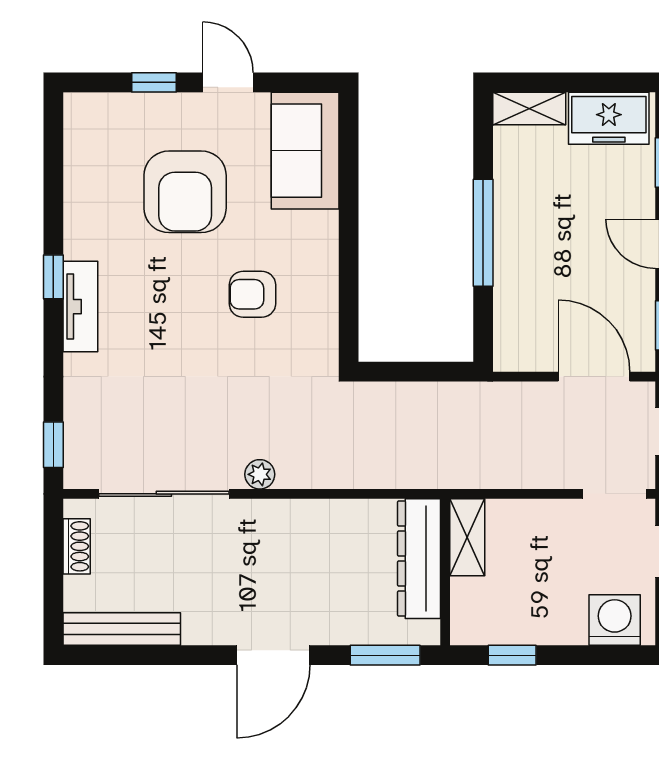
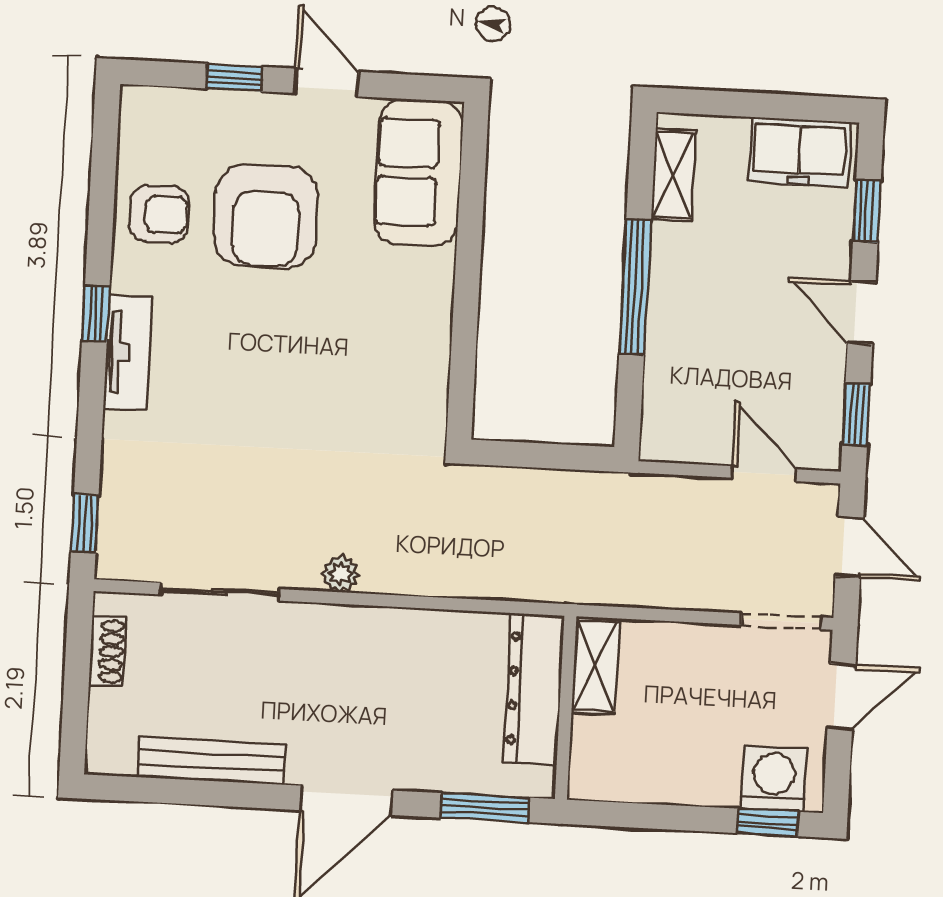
shelving: (529, 109) -> (674, 175), moved, turned 90
armchair: (252, 294) -> (159, 214), moved, turned 180
door: (594, 377) -> (764, 474), width x0.73
sliding door: (164, 494) -> (220, 592), width x0.73
bench: (122, 629) -> (212, 760), moved
window: (512, 655) -> (768, 822), moved

